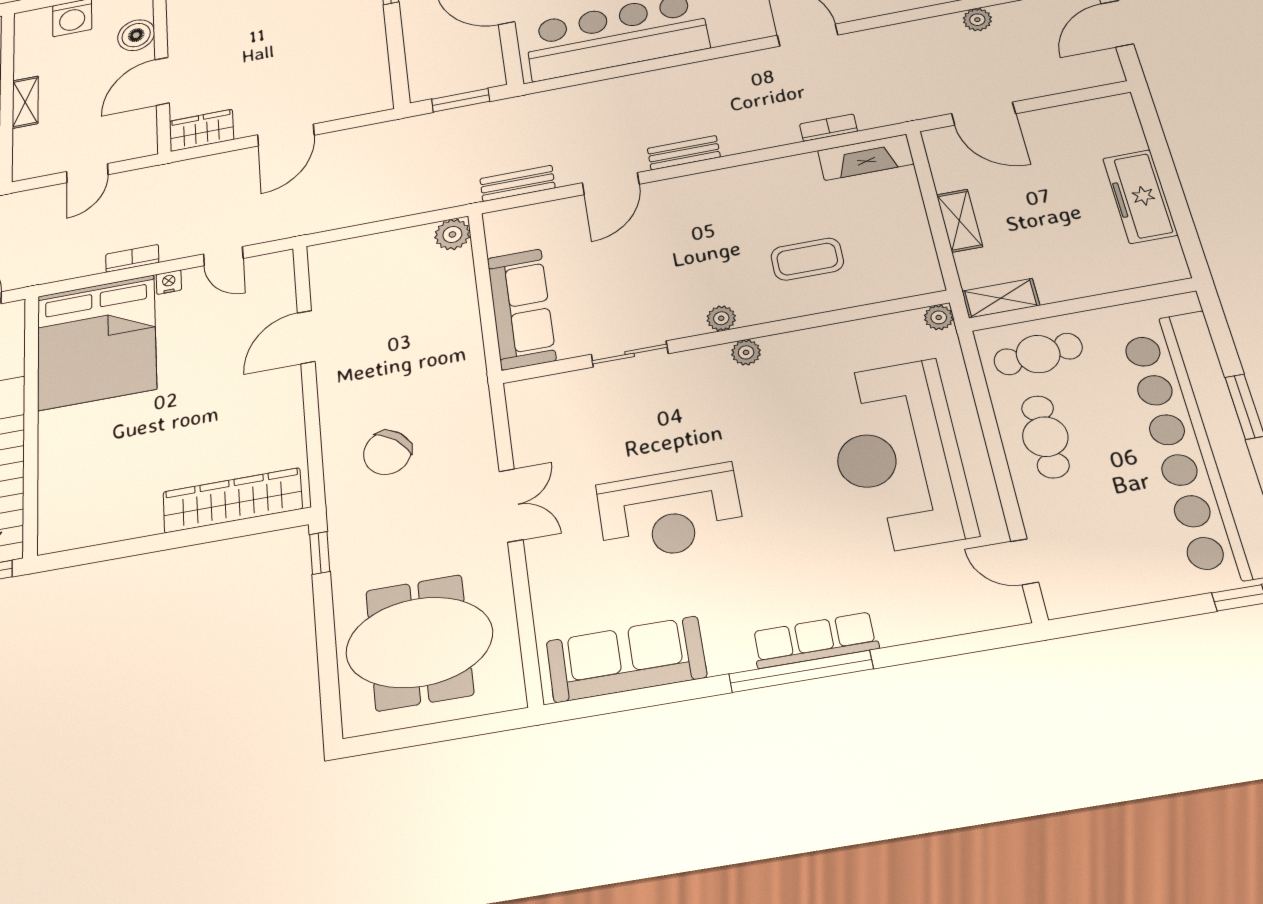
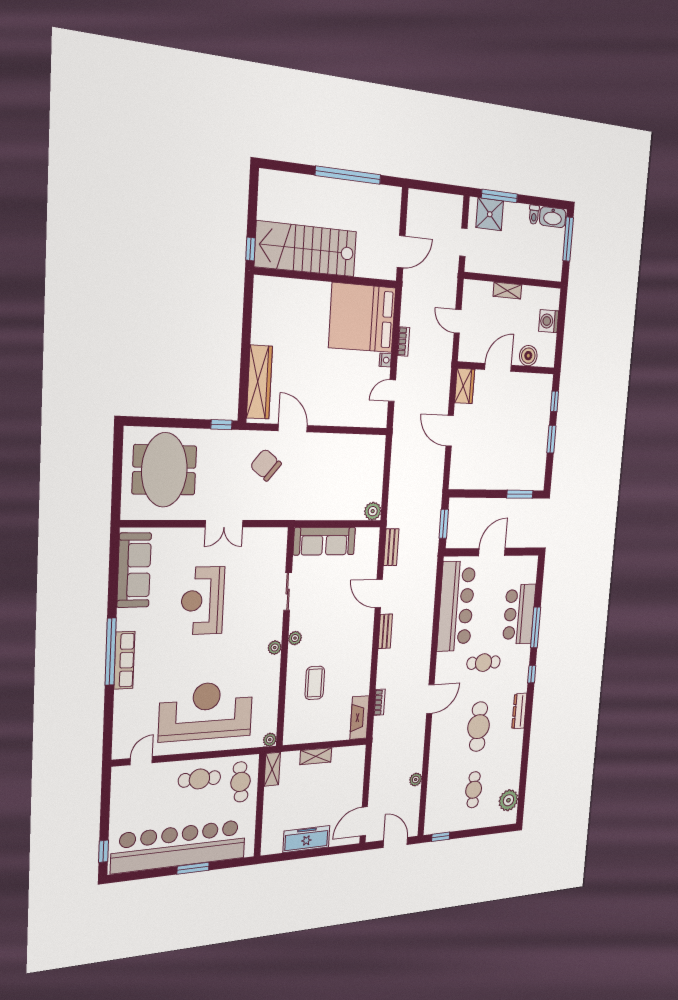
door: (162, 81) -> (498, 367), hinge flipped
door: (984, 114) -> (364, 821), moved
door: (306, 337) -> (293, 428), moved

